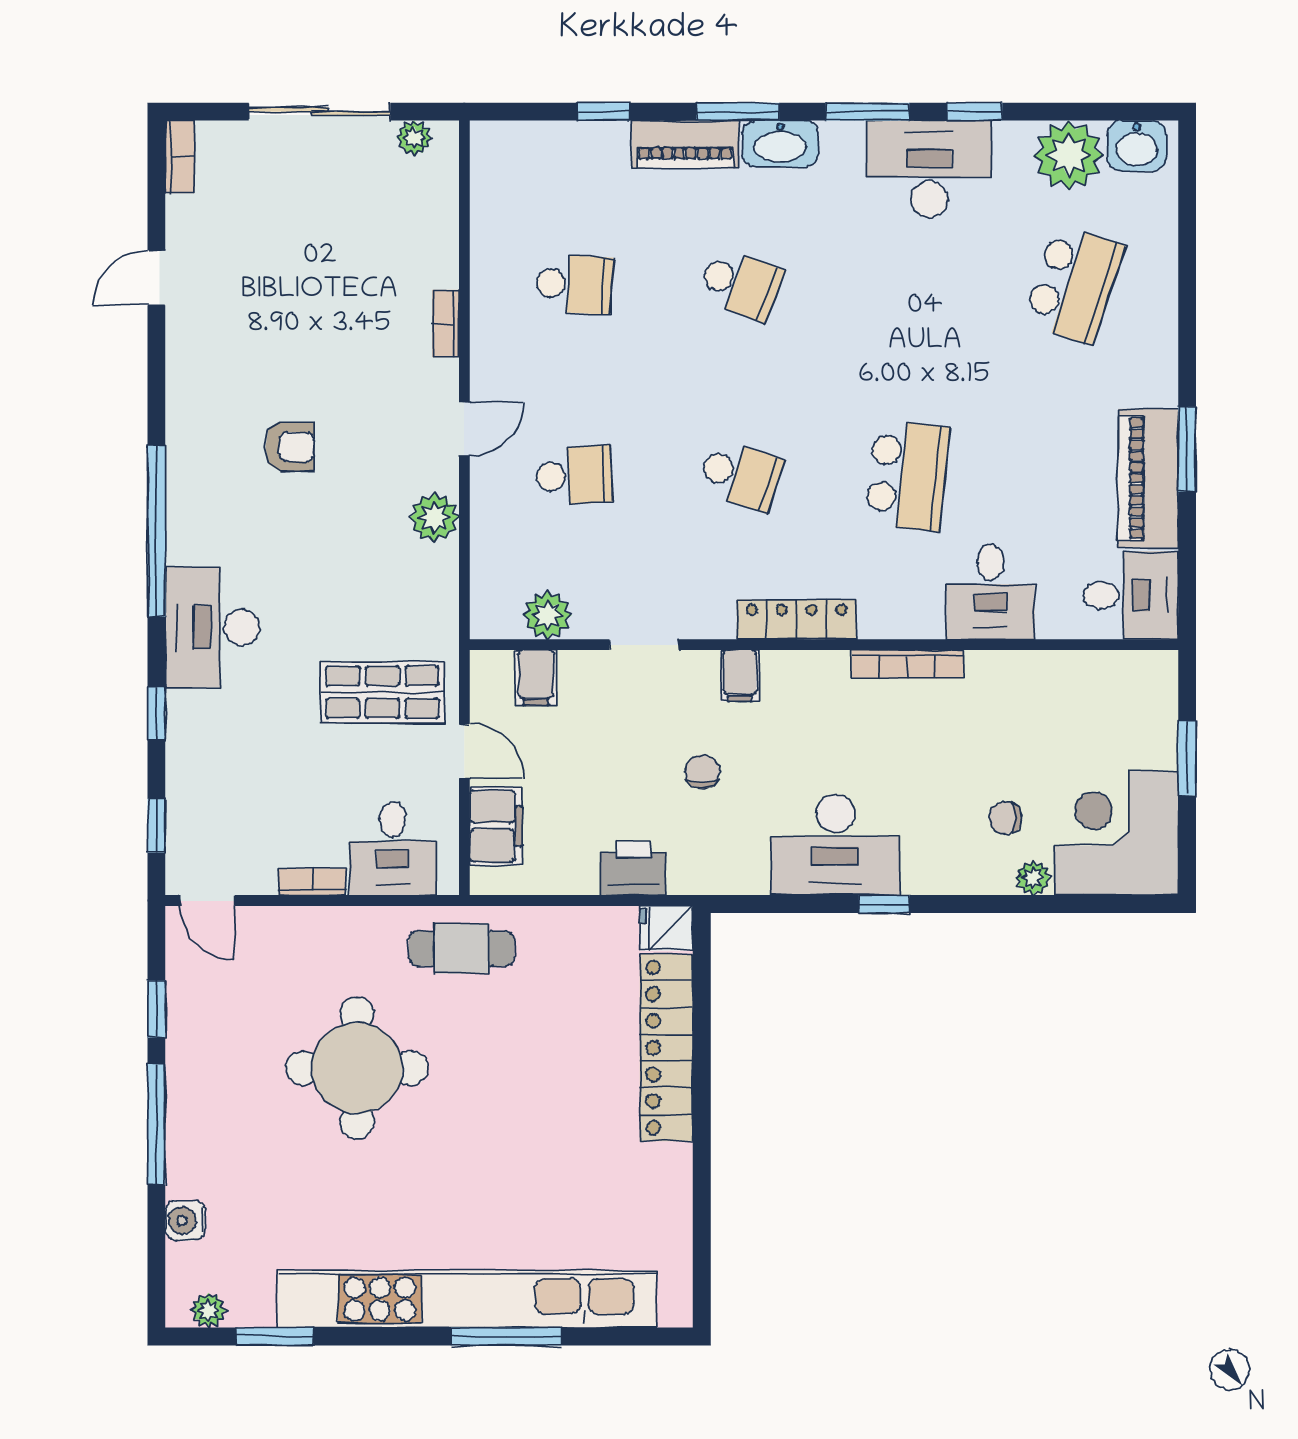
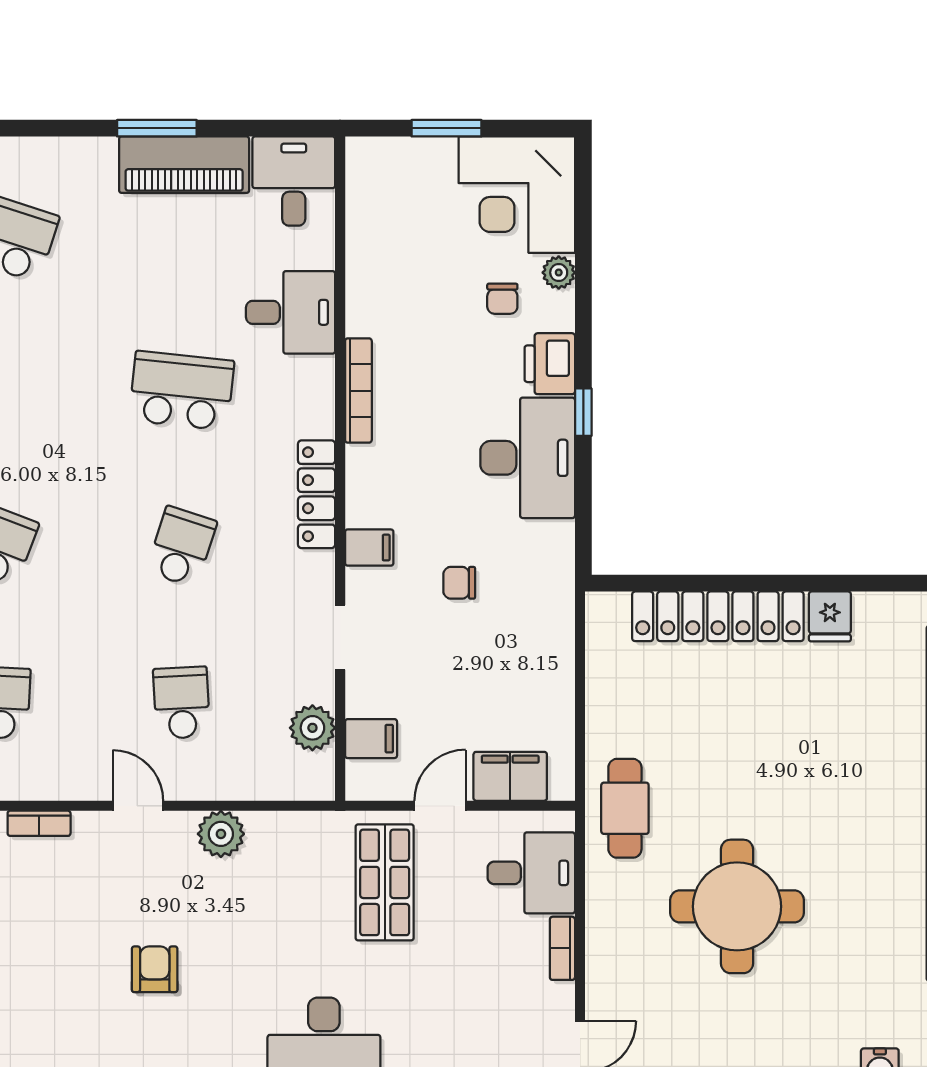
printer: (633, 868) -> (550, 364), moved
fridge: (666, 928) -> (830, 616), moved

